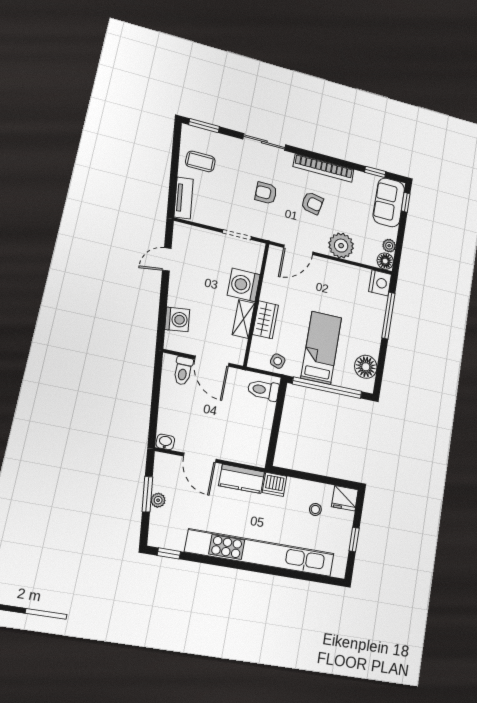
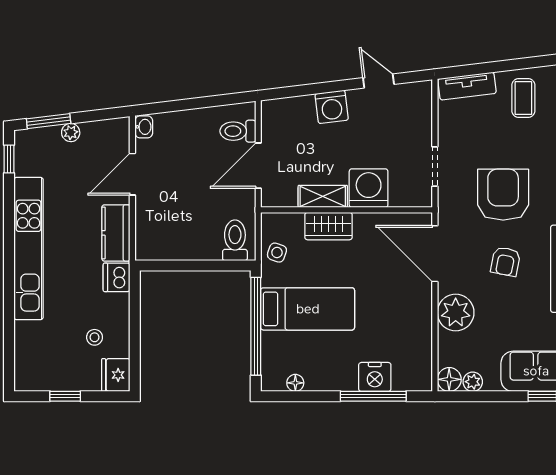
armchair: (266, 193) -> (503, 195), width x1.88, depth x1.88
door: (298, 250) -> (435, 254), width x1.36
nightstand: (380, 283) -> (375, 377), moved
washing machine: (177, 319) -> (332, 107), moved
floor lamp: (366, 367) -> (295, 383), width x0.53, depth x0.53
window: (147, 494) -> (49, 121), moved
kitchen unit: (260, 553) -> (29, 248), width x0.73

